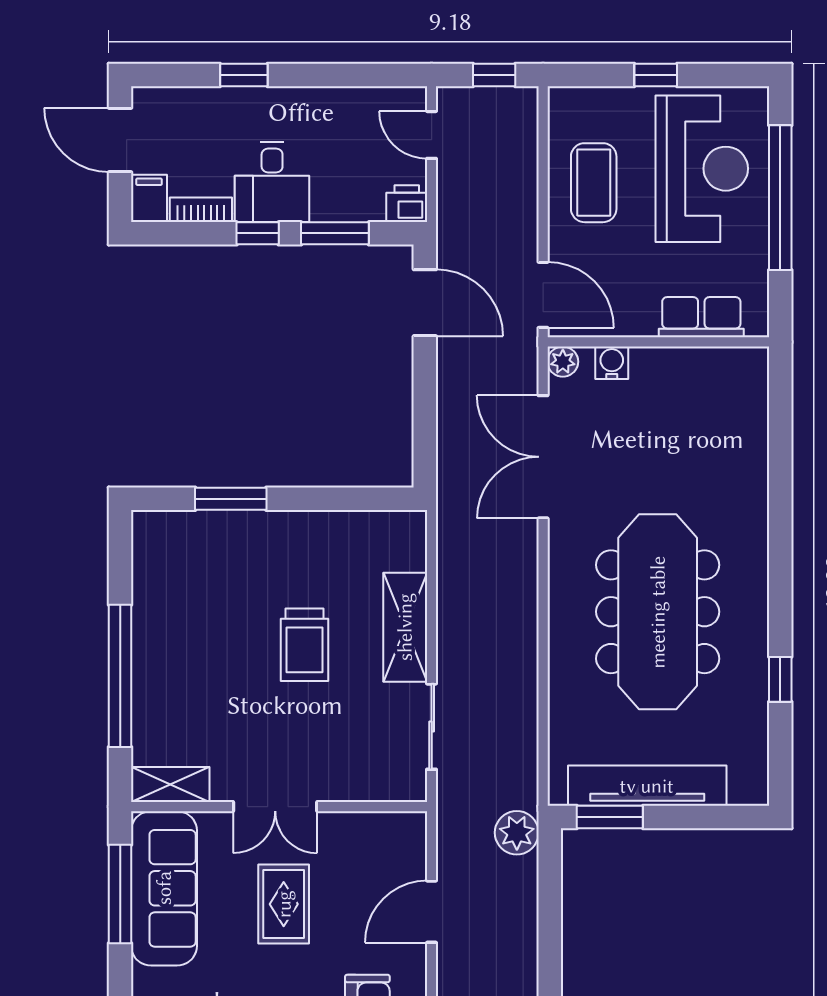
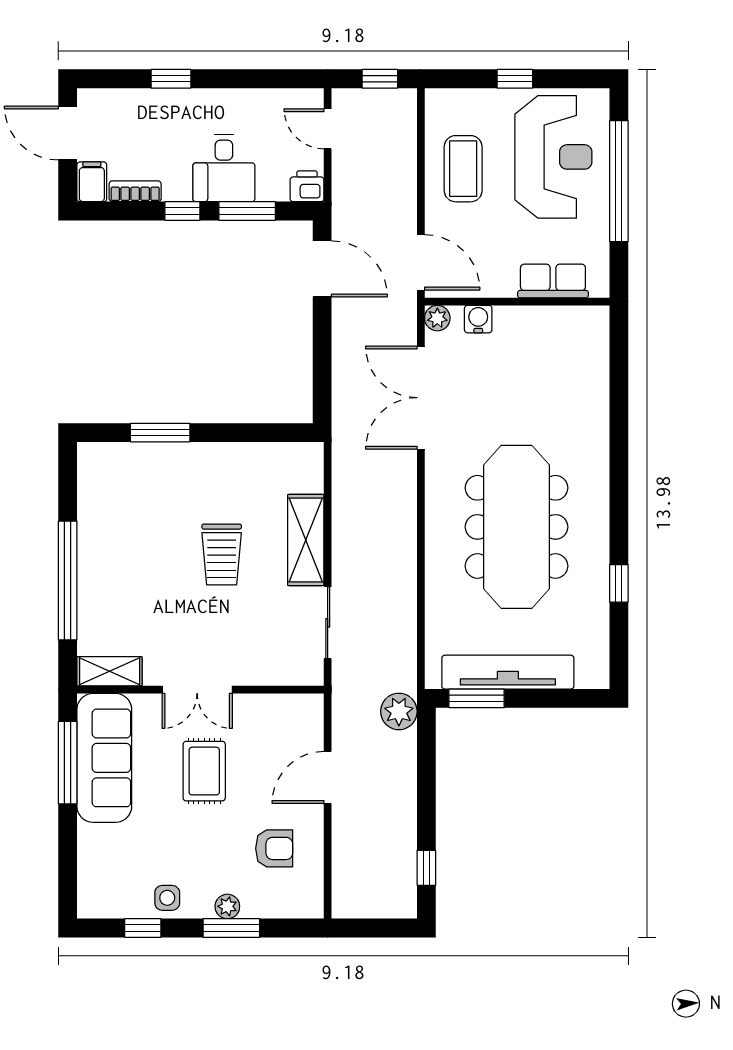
desk: (272, 182) -> (224, 168), moved

